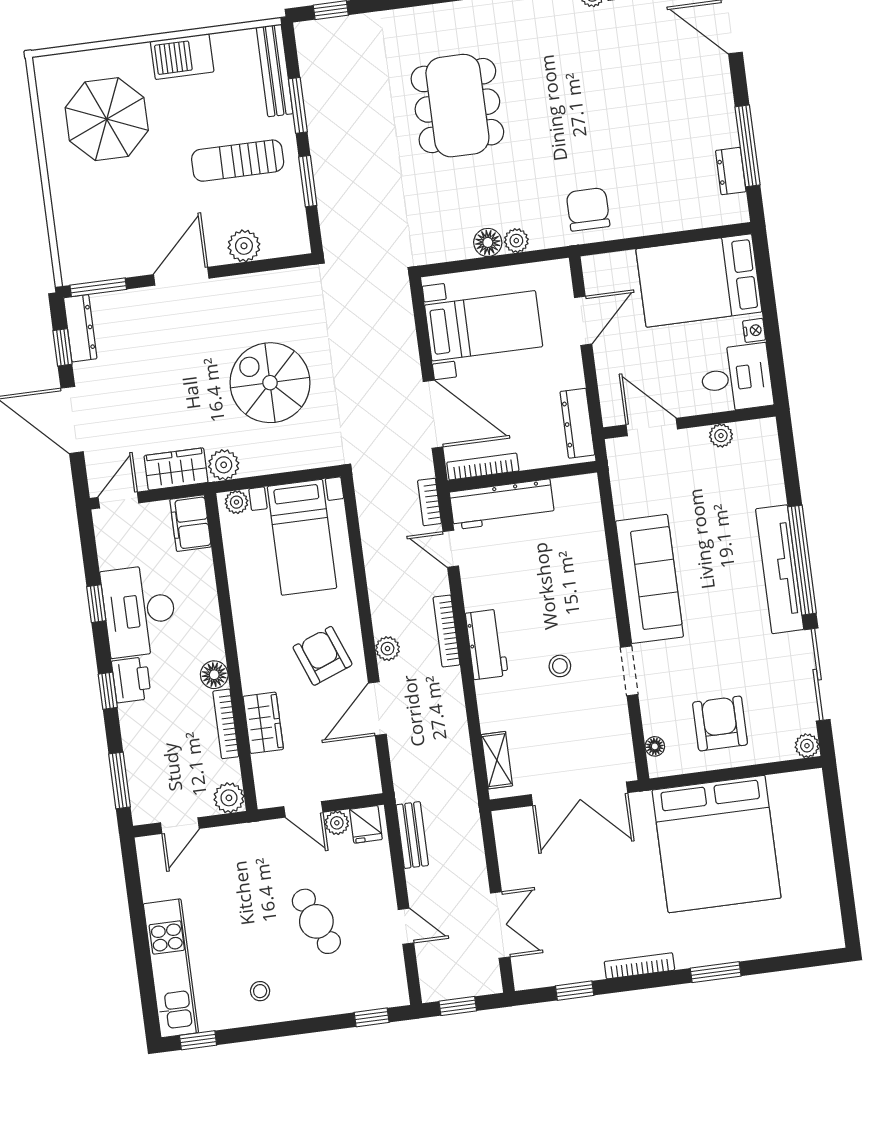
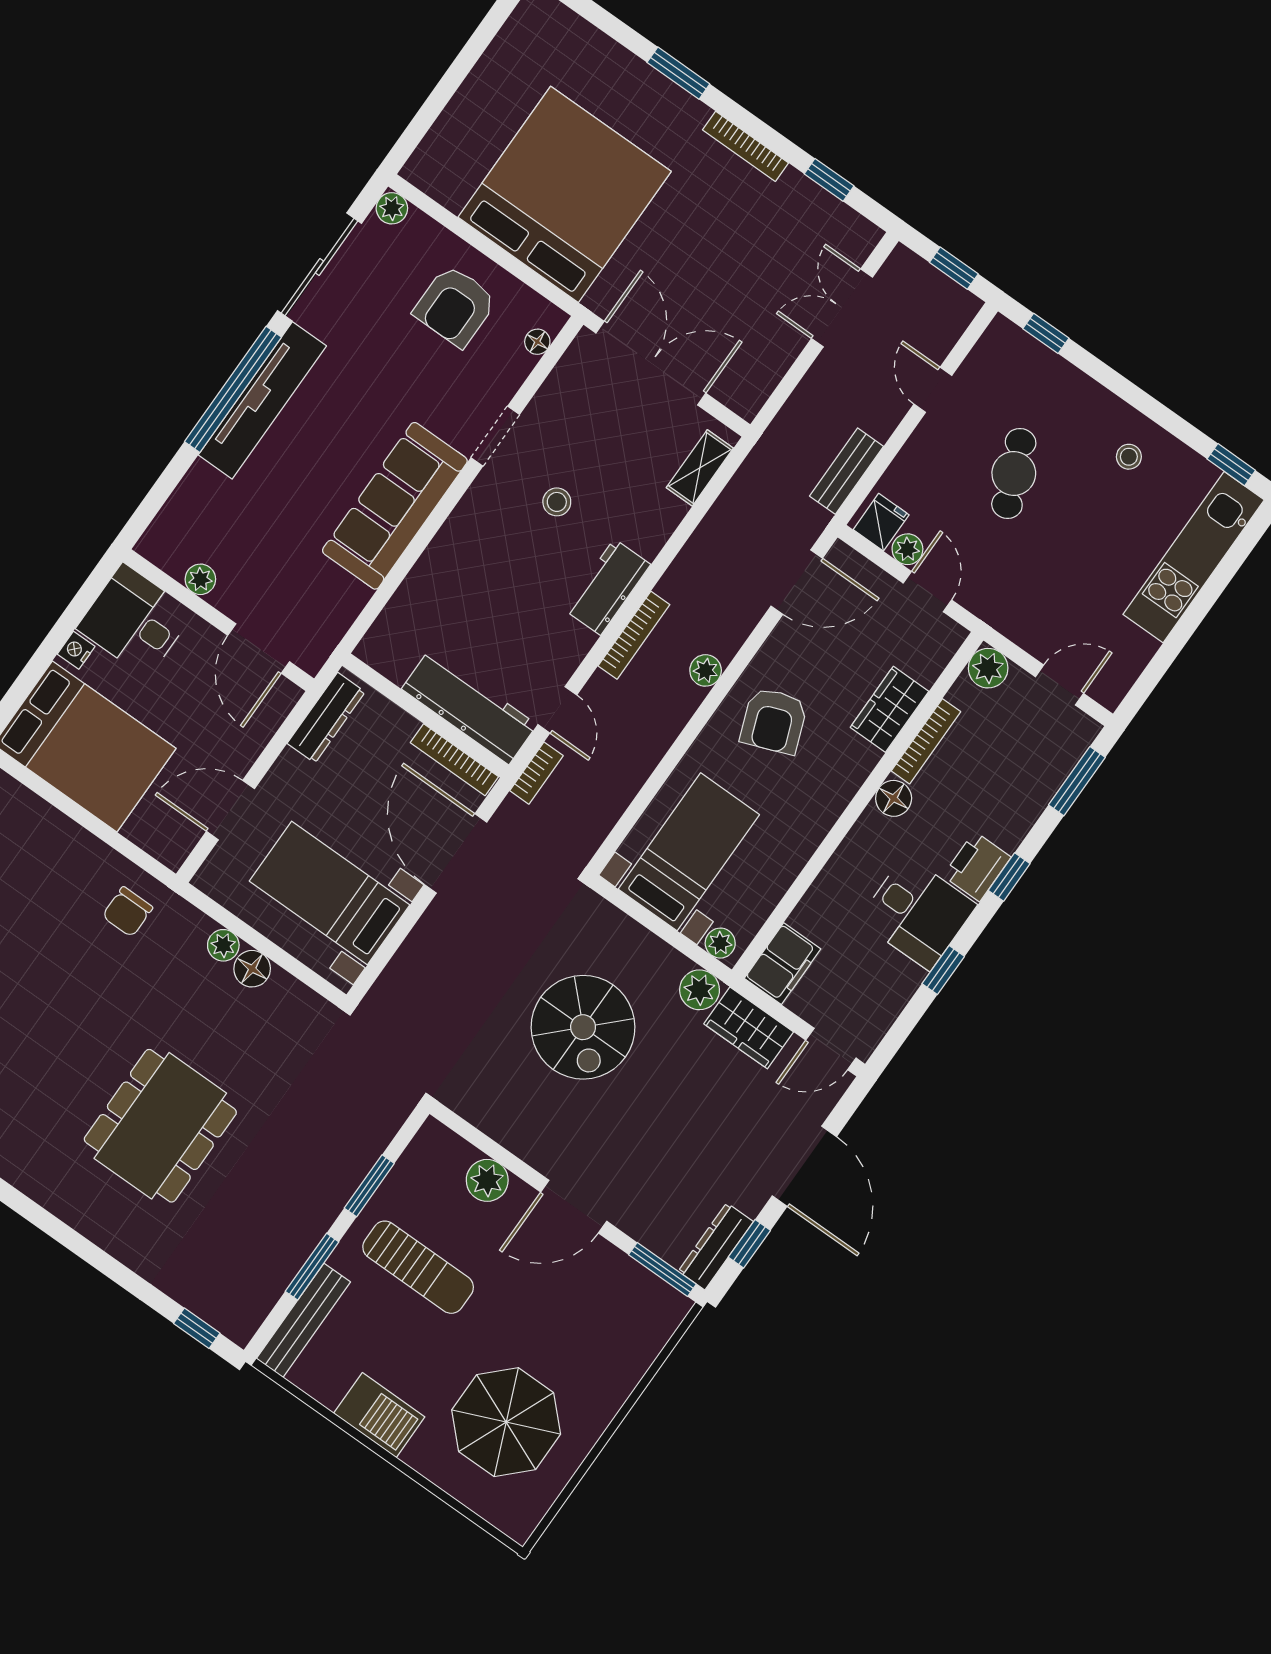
chair: (588, 209) -> (127, 912), width x0.73, depth x0.73
desk: (139, 611) -> (917, 913), width x0.73
door: (377, 709) -> (797, 582), moved

